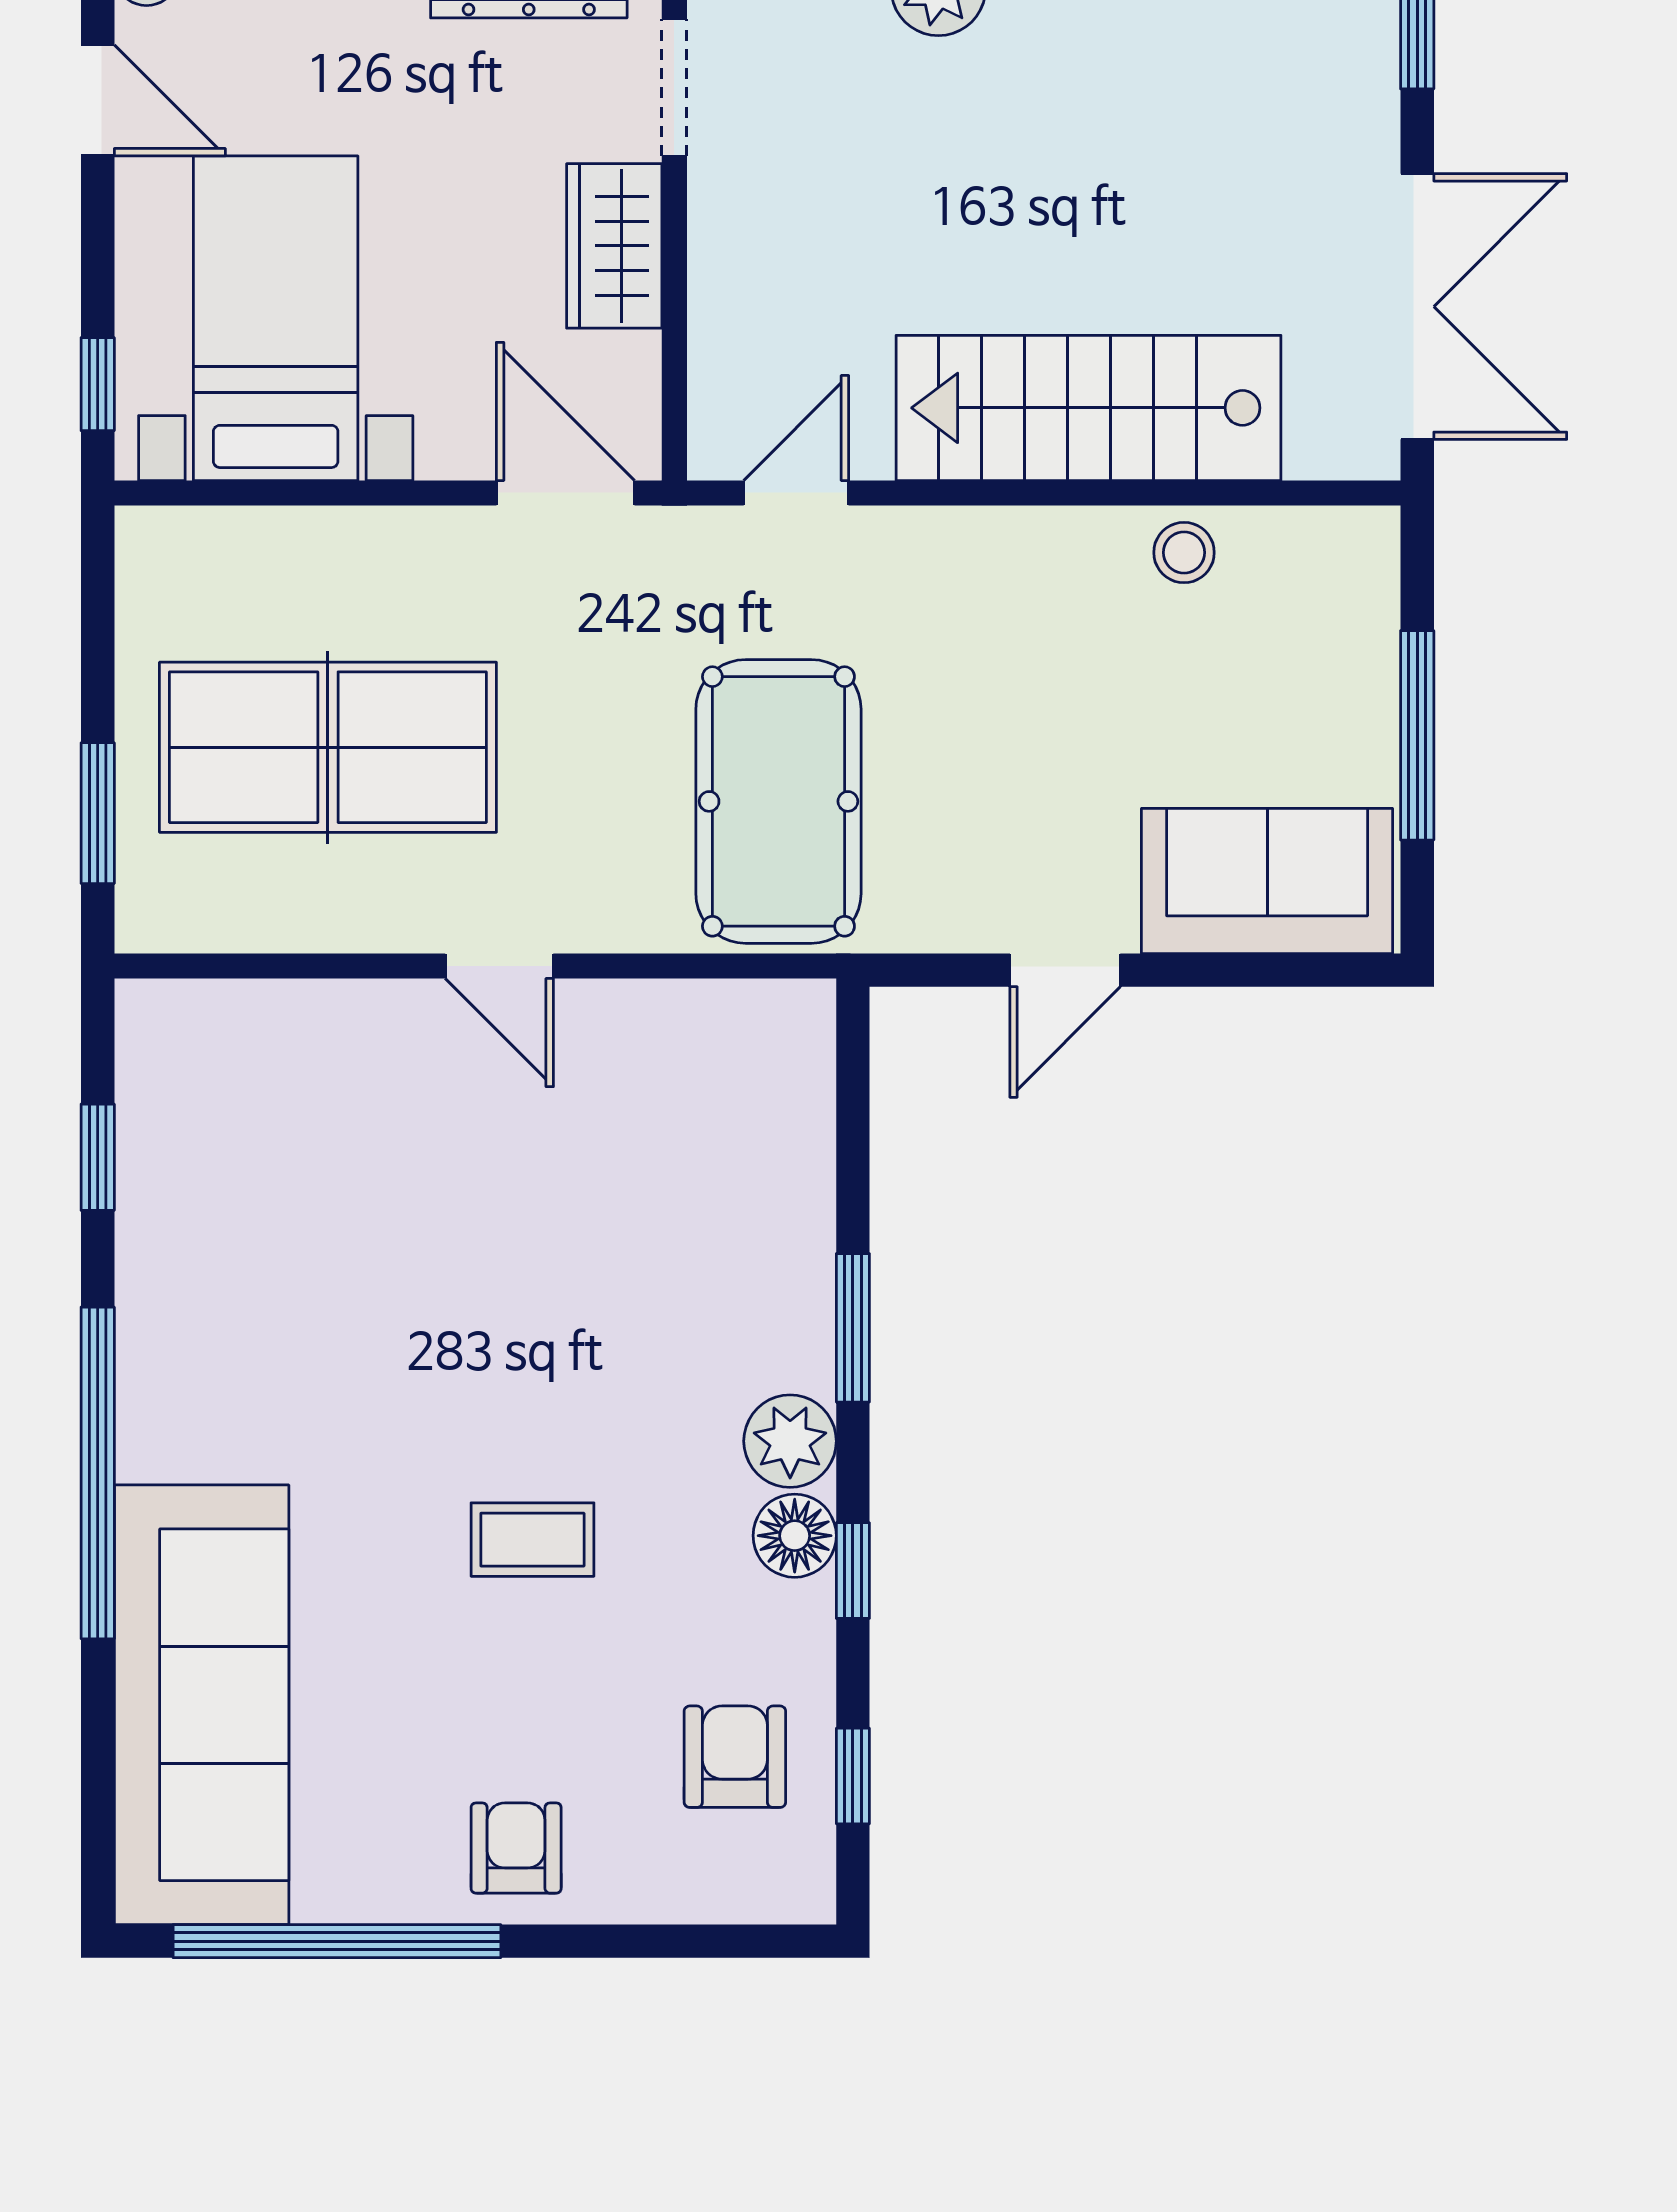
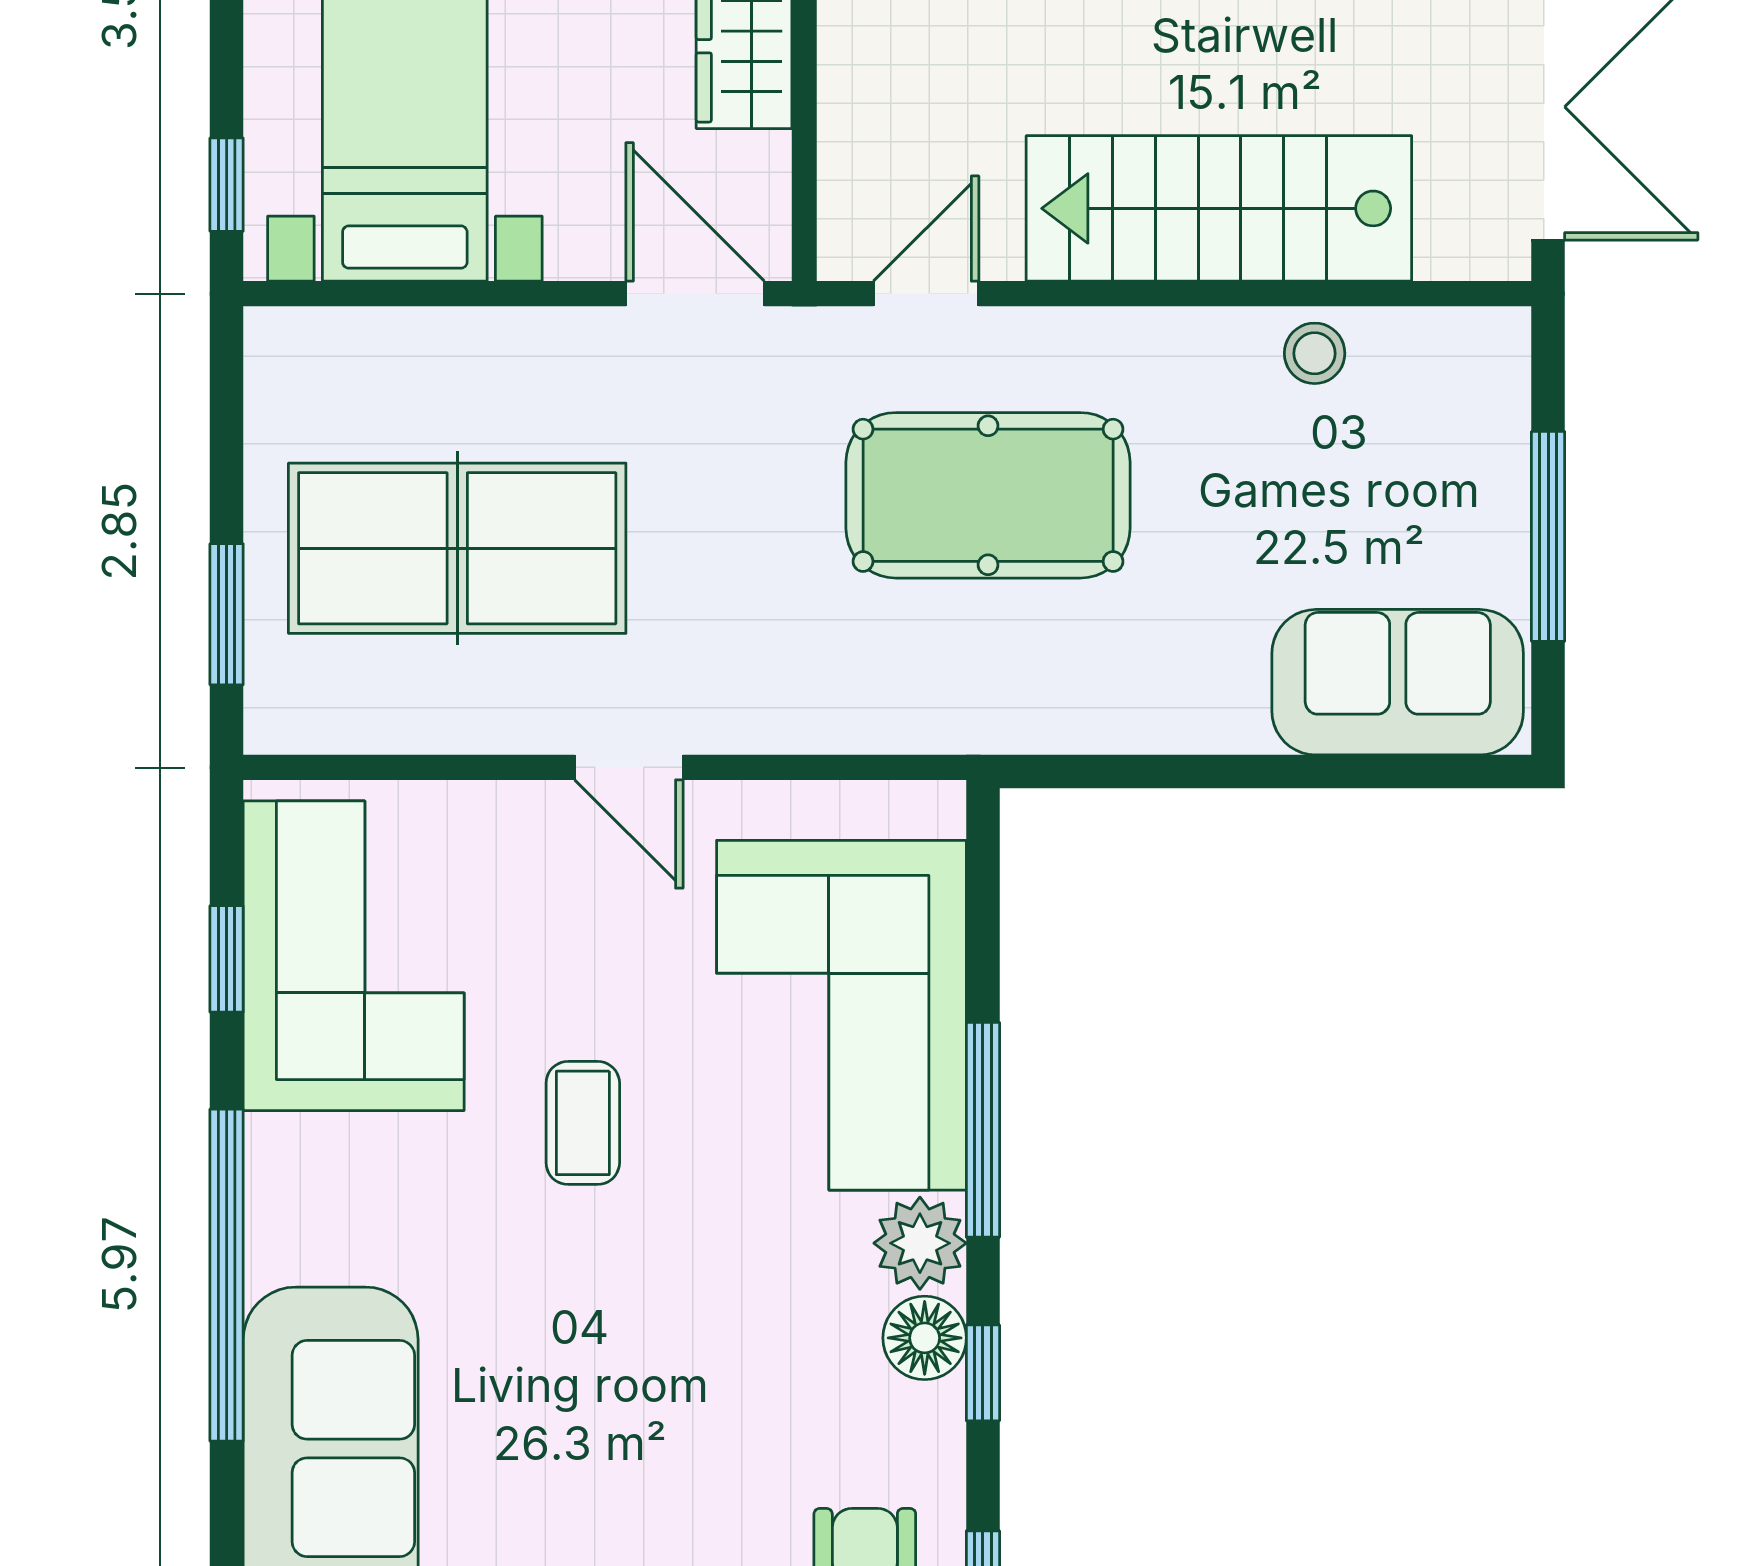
pool table: (778, 801) -> (988, 495), moved, turned 90
door: (1065, 970) -> (1195, 772), removed
corner sofa: (225, 1154) -> (354, 956), added
corner sofa: (712, 1213) -> (841, 1015), added
window: (853, 1328) -> (983, 1130), width x1.44
coffee table: (532, 1540) -> (583, 1123), moved, turned 90

